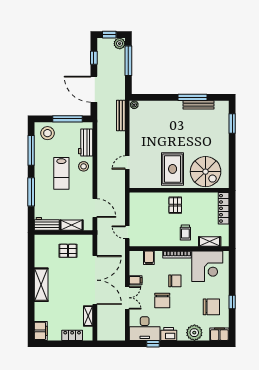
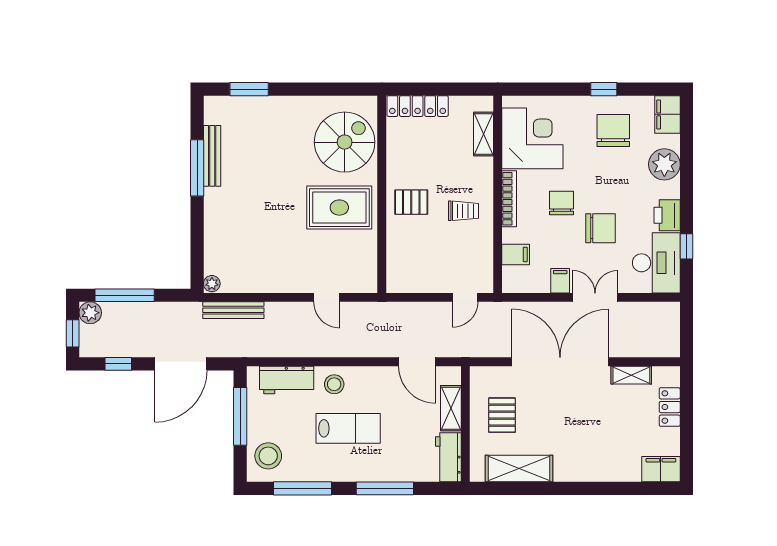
door: (95, 208) -> (417, 362), swing flipped
trolley: (185, 233) -> (463, 211), moved
shelving: (41, 285) -> (519, 469), moved

